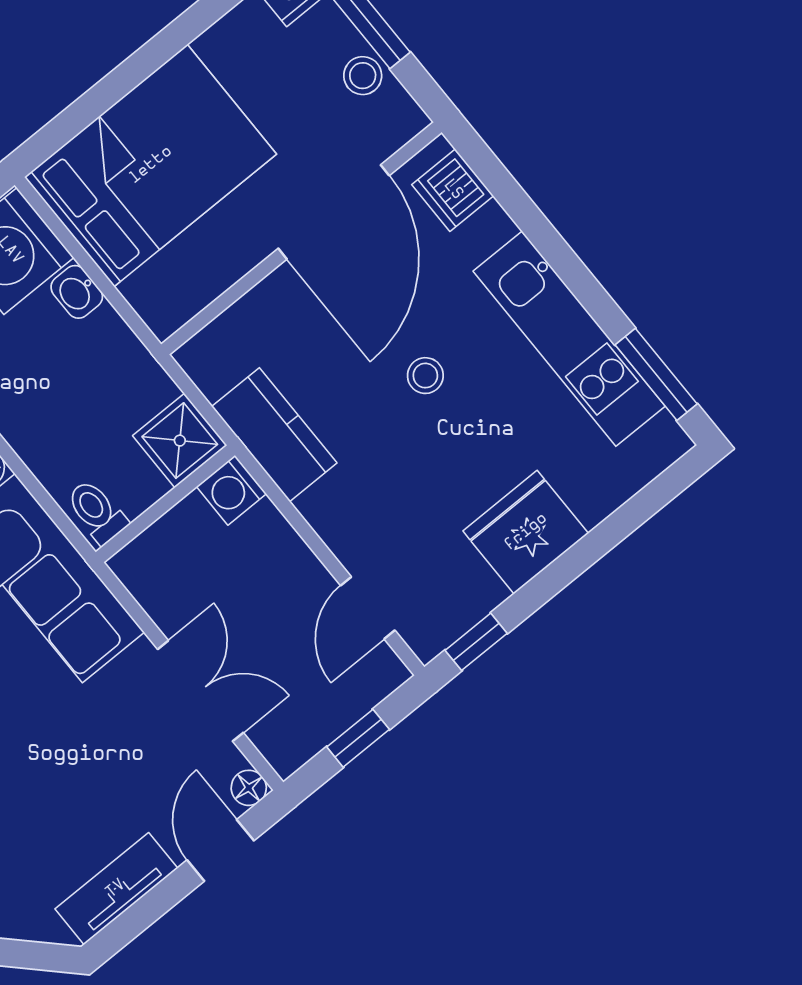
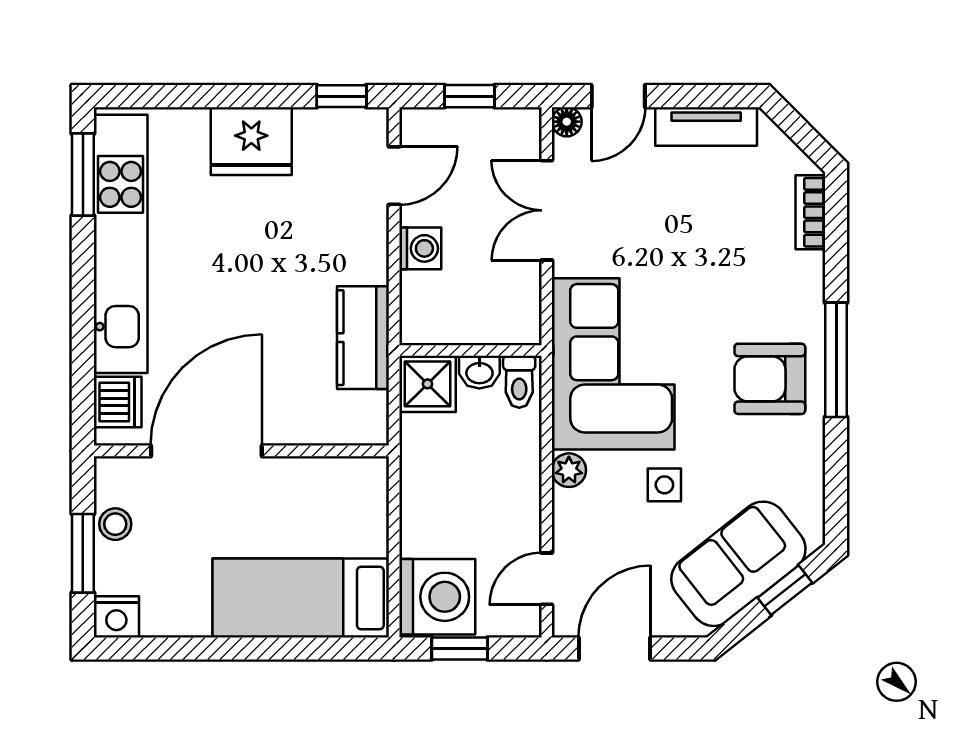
bed: (151, 165) -> (301, 598), width x0.67
washbasin: (77, 292) -> (479, 372), moved, turned 90
kitchen unit: (569, 339) -> (121, 244), width x1.36
stool: (425, 376) -> (233, 296), removed
washing machine: (231, 490) -> (420, 248), moved

